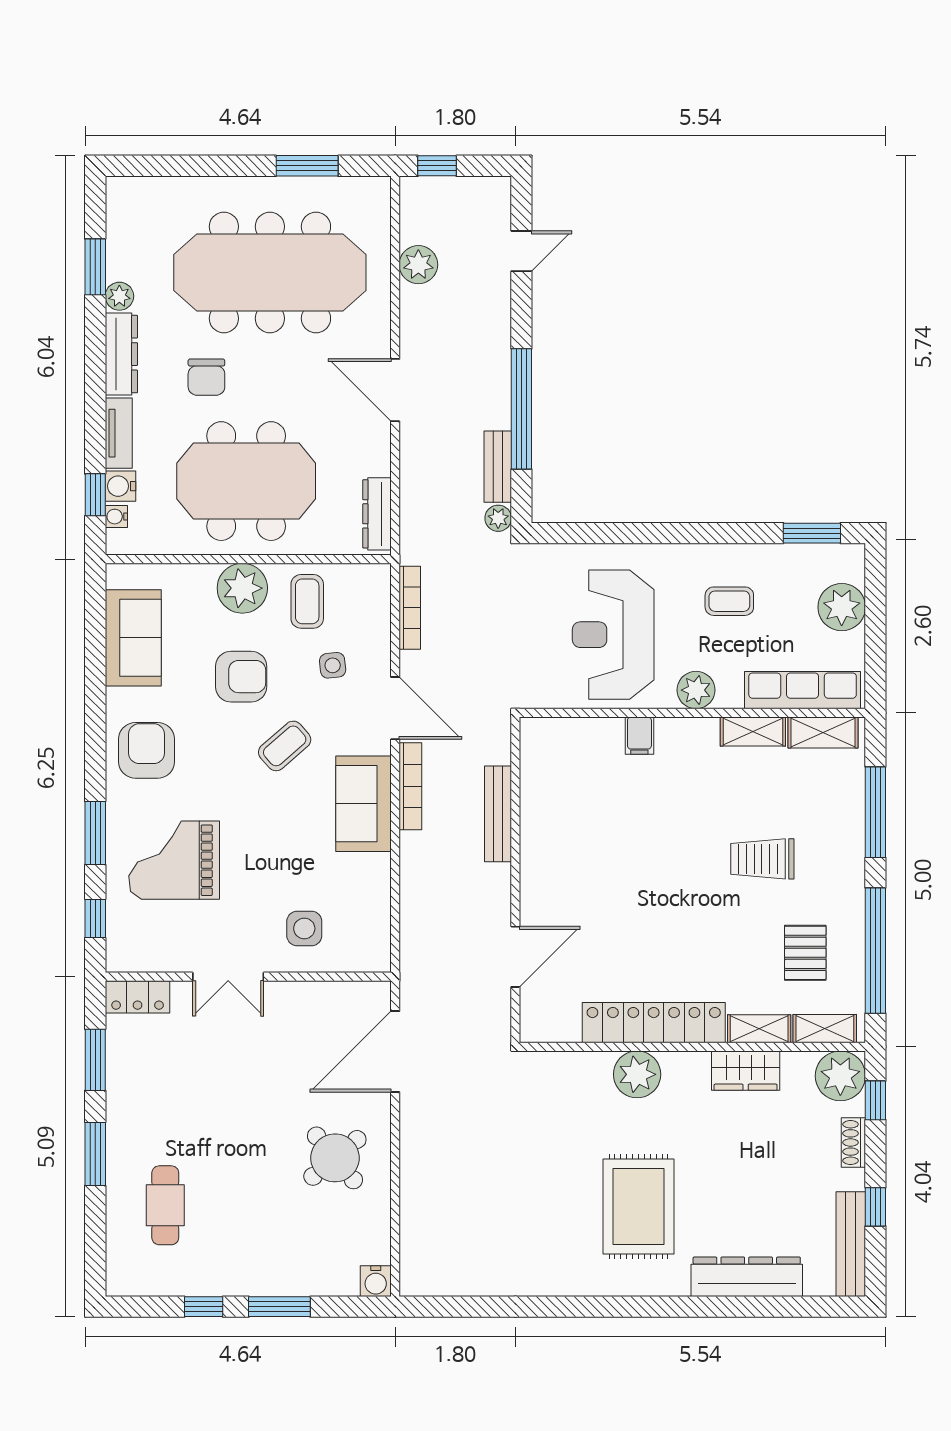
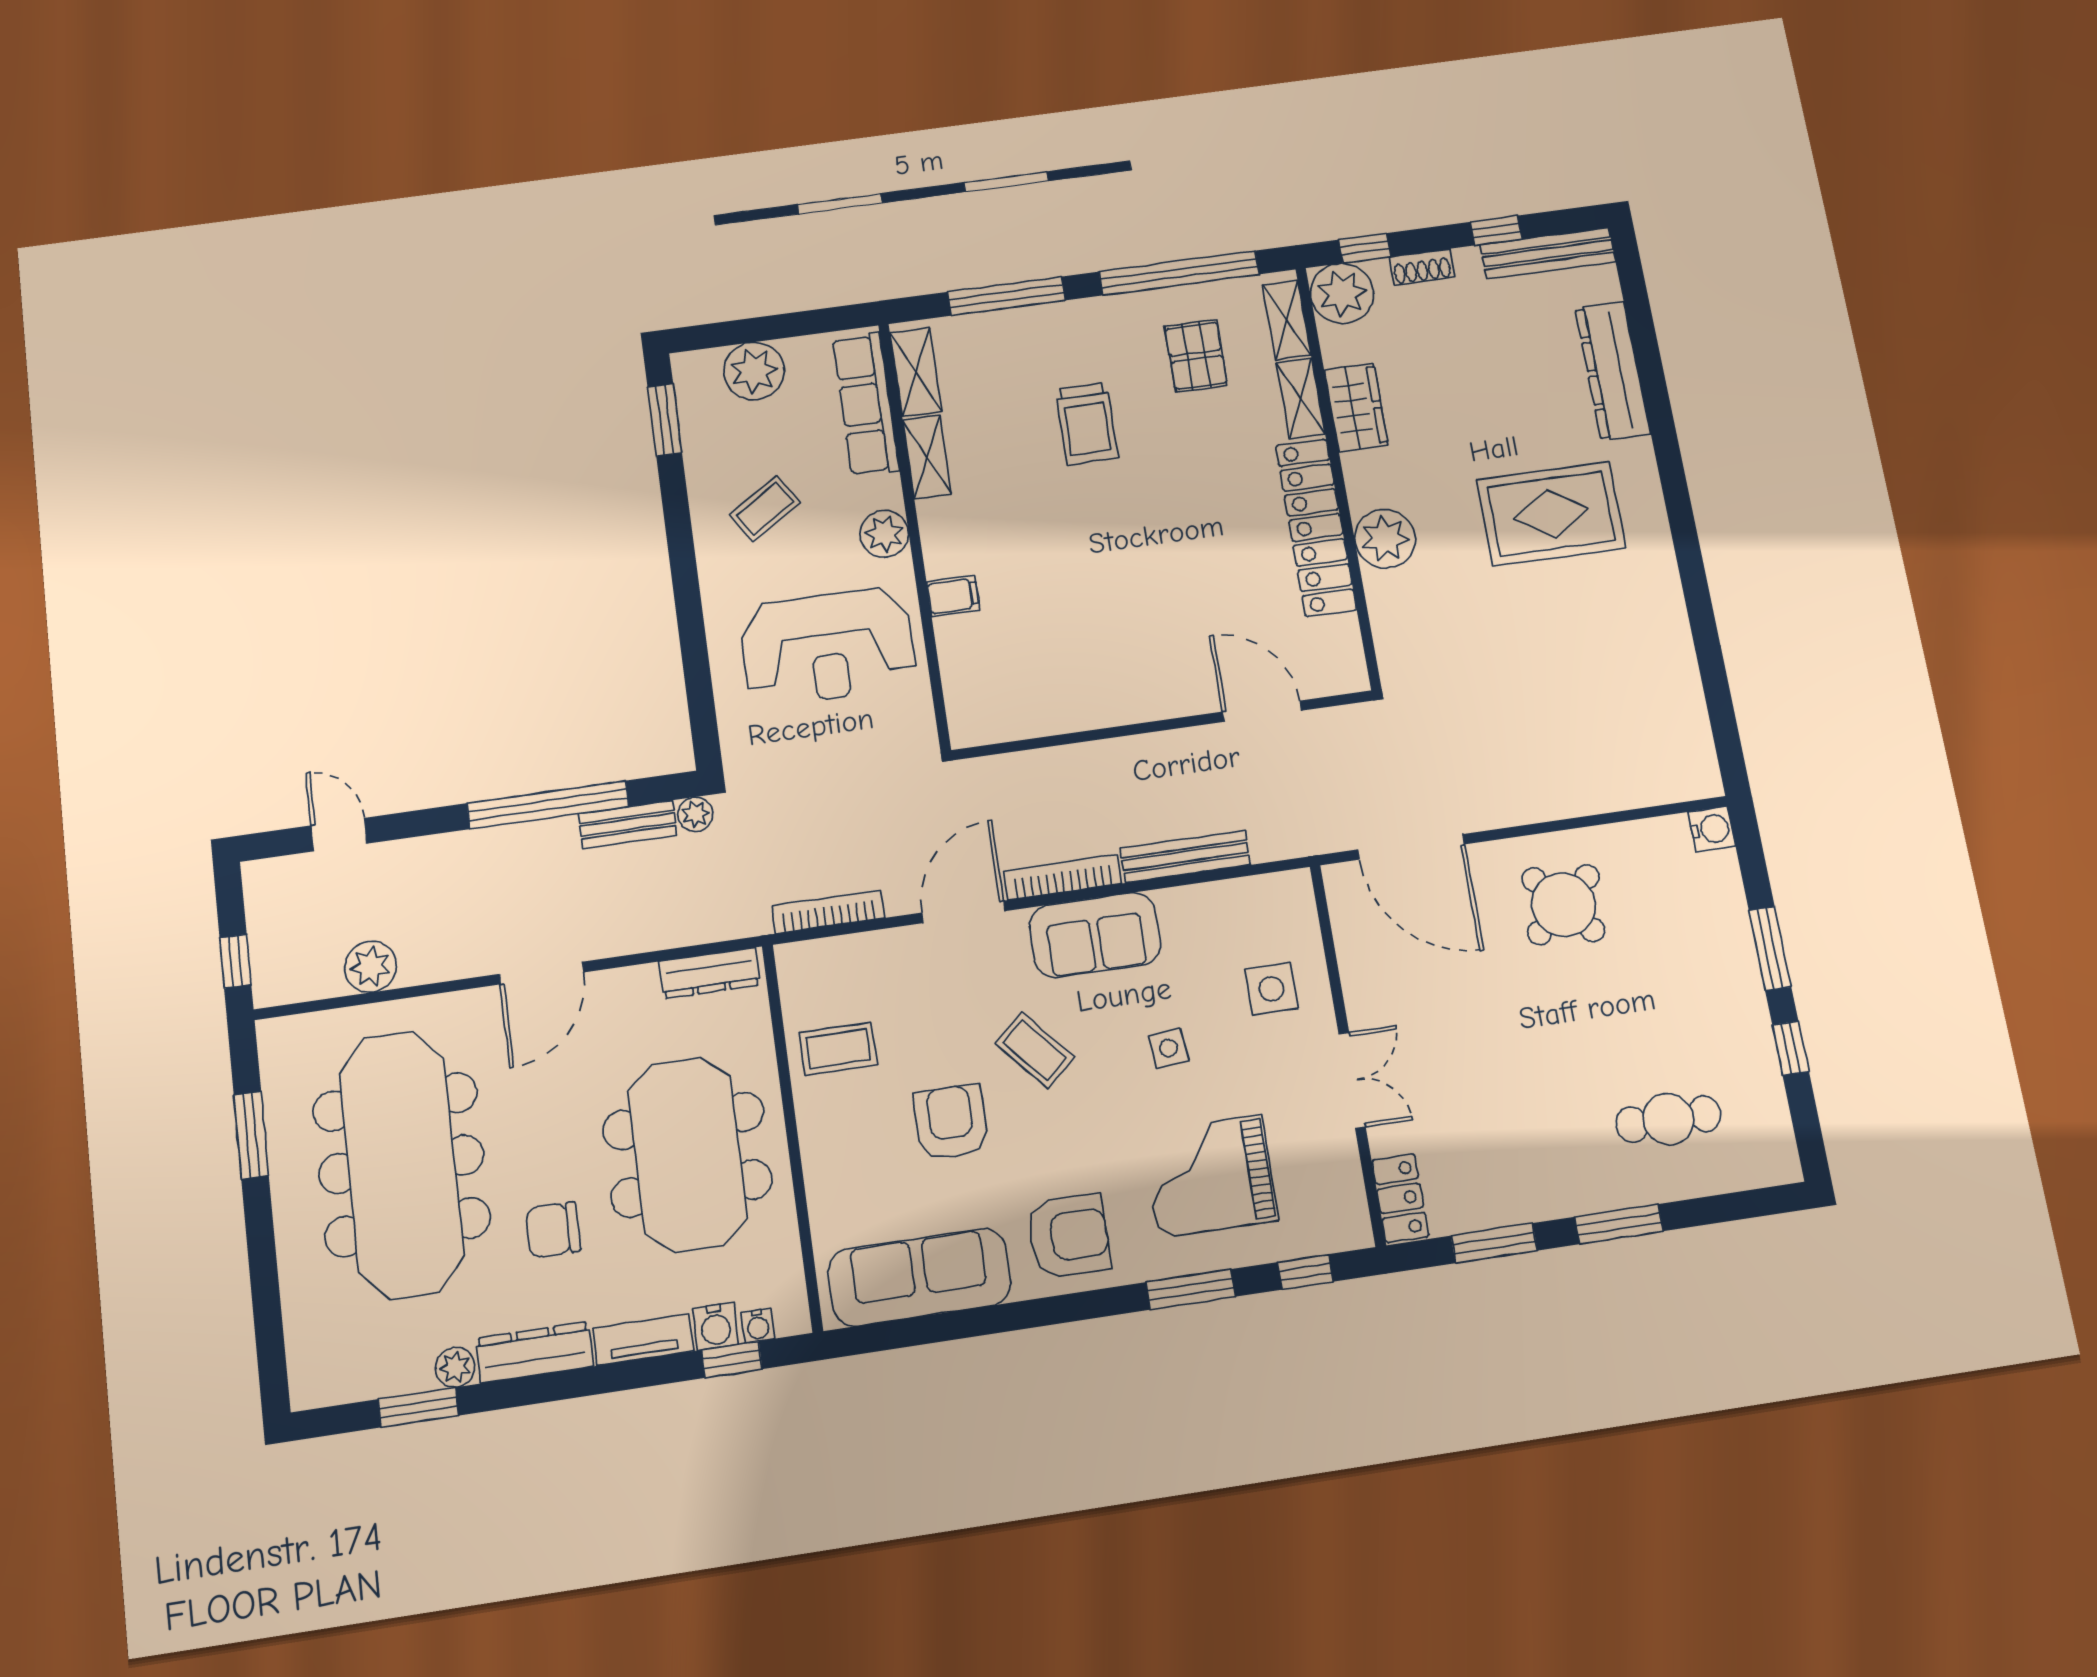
chair: (206, 377) -> (553, 1230), turned 180
plant: (242, 588) -> (832, 1138), removed
coffee table: (729, 601) -> (765, 509), turned 57
sofa: (133, 638) -> (920, 1277), width x1.36
side table: (333, 665) -> (1168, 1048), moved
armchair: (147, 750) -> (1069, 1236), turned 180
bench: (498, 814) -> (1185, 857), moved
grand piano: (174, 860) -> (1210, 1176), turned 90
pallet: (805, 953) -> (1196, 356), turned 90

